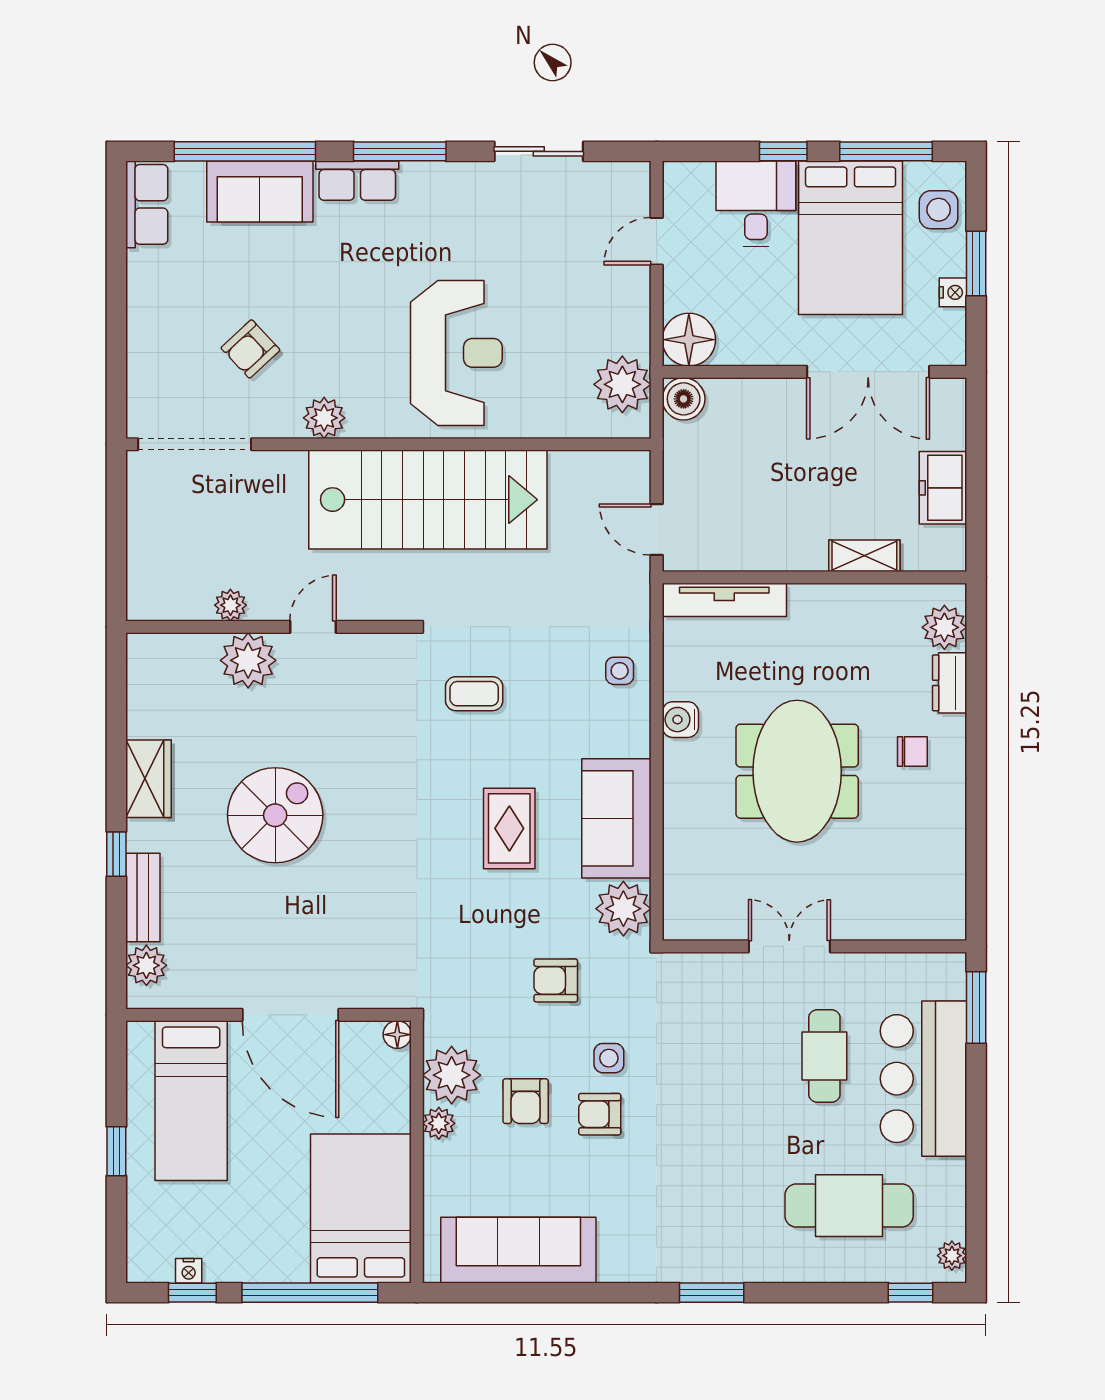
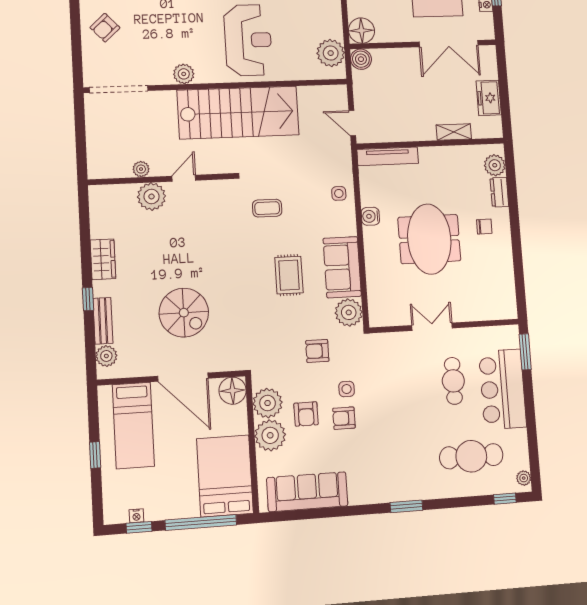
armchair: (250, 349) -> (105, 28), moved
spiral stairs: (275, 815) -> (184, 313), moved, turned 90
floor lamp: (397, 1035) -> (233, 391), width x1.89, depth x1.89
plant: (439, 1123) -> (270, 435), width x1.88, depth x1.88

